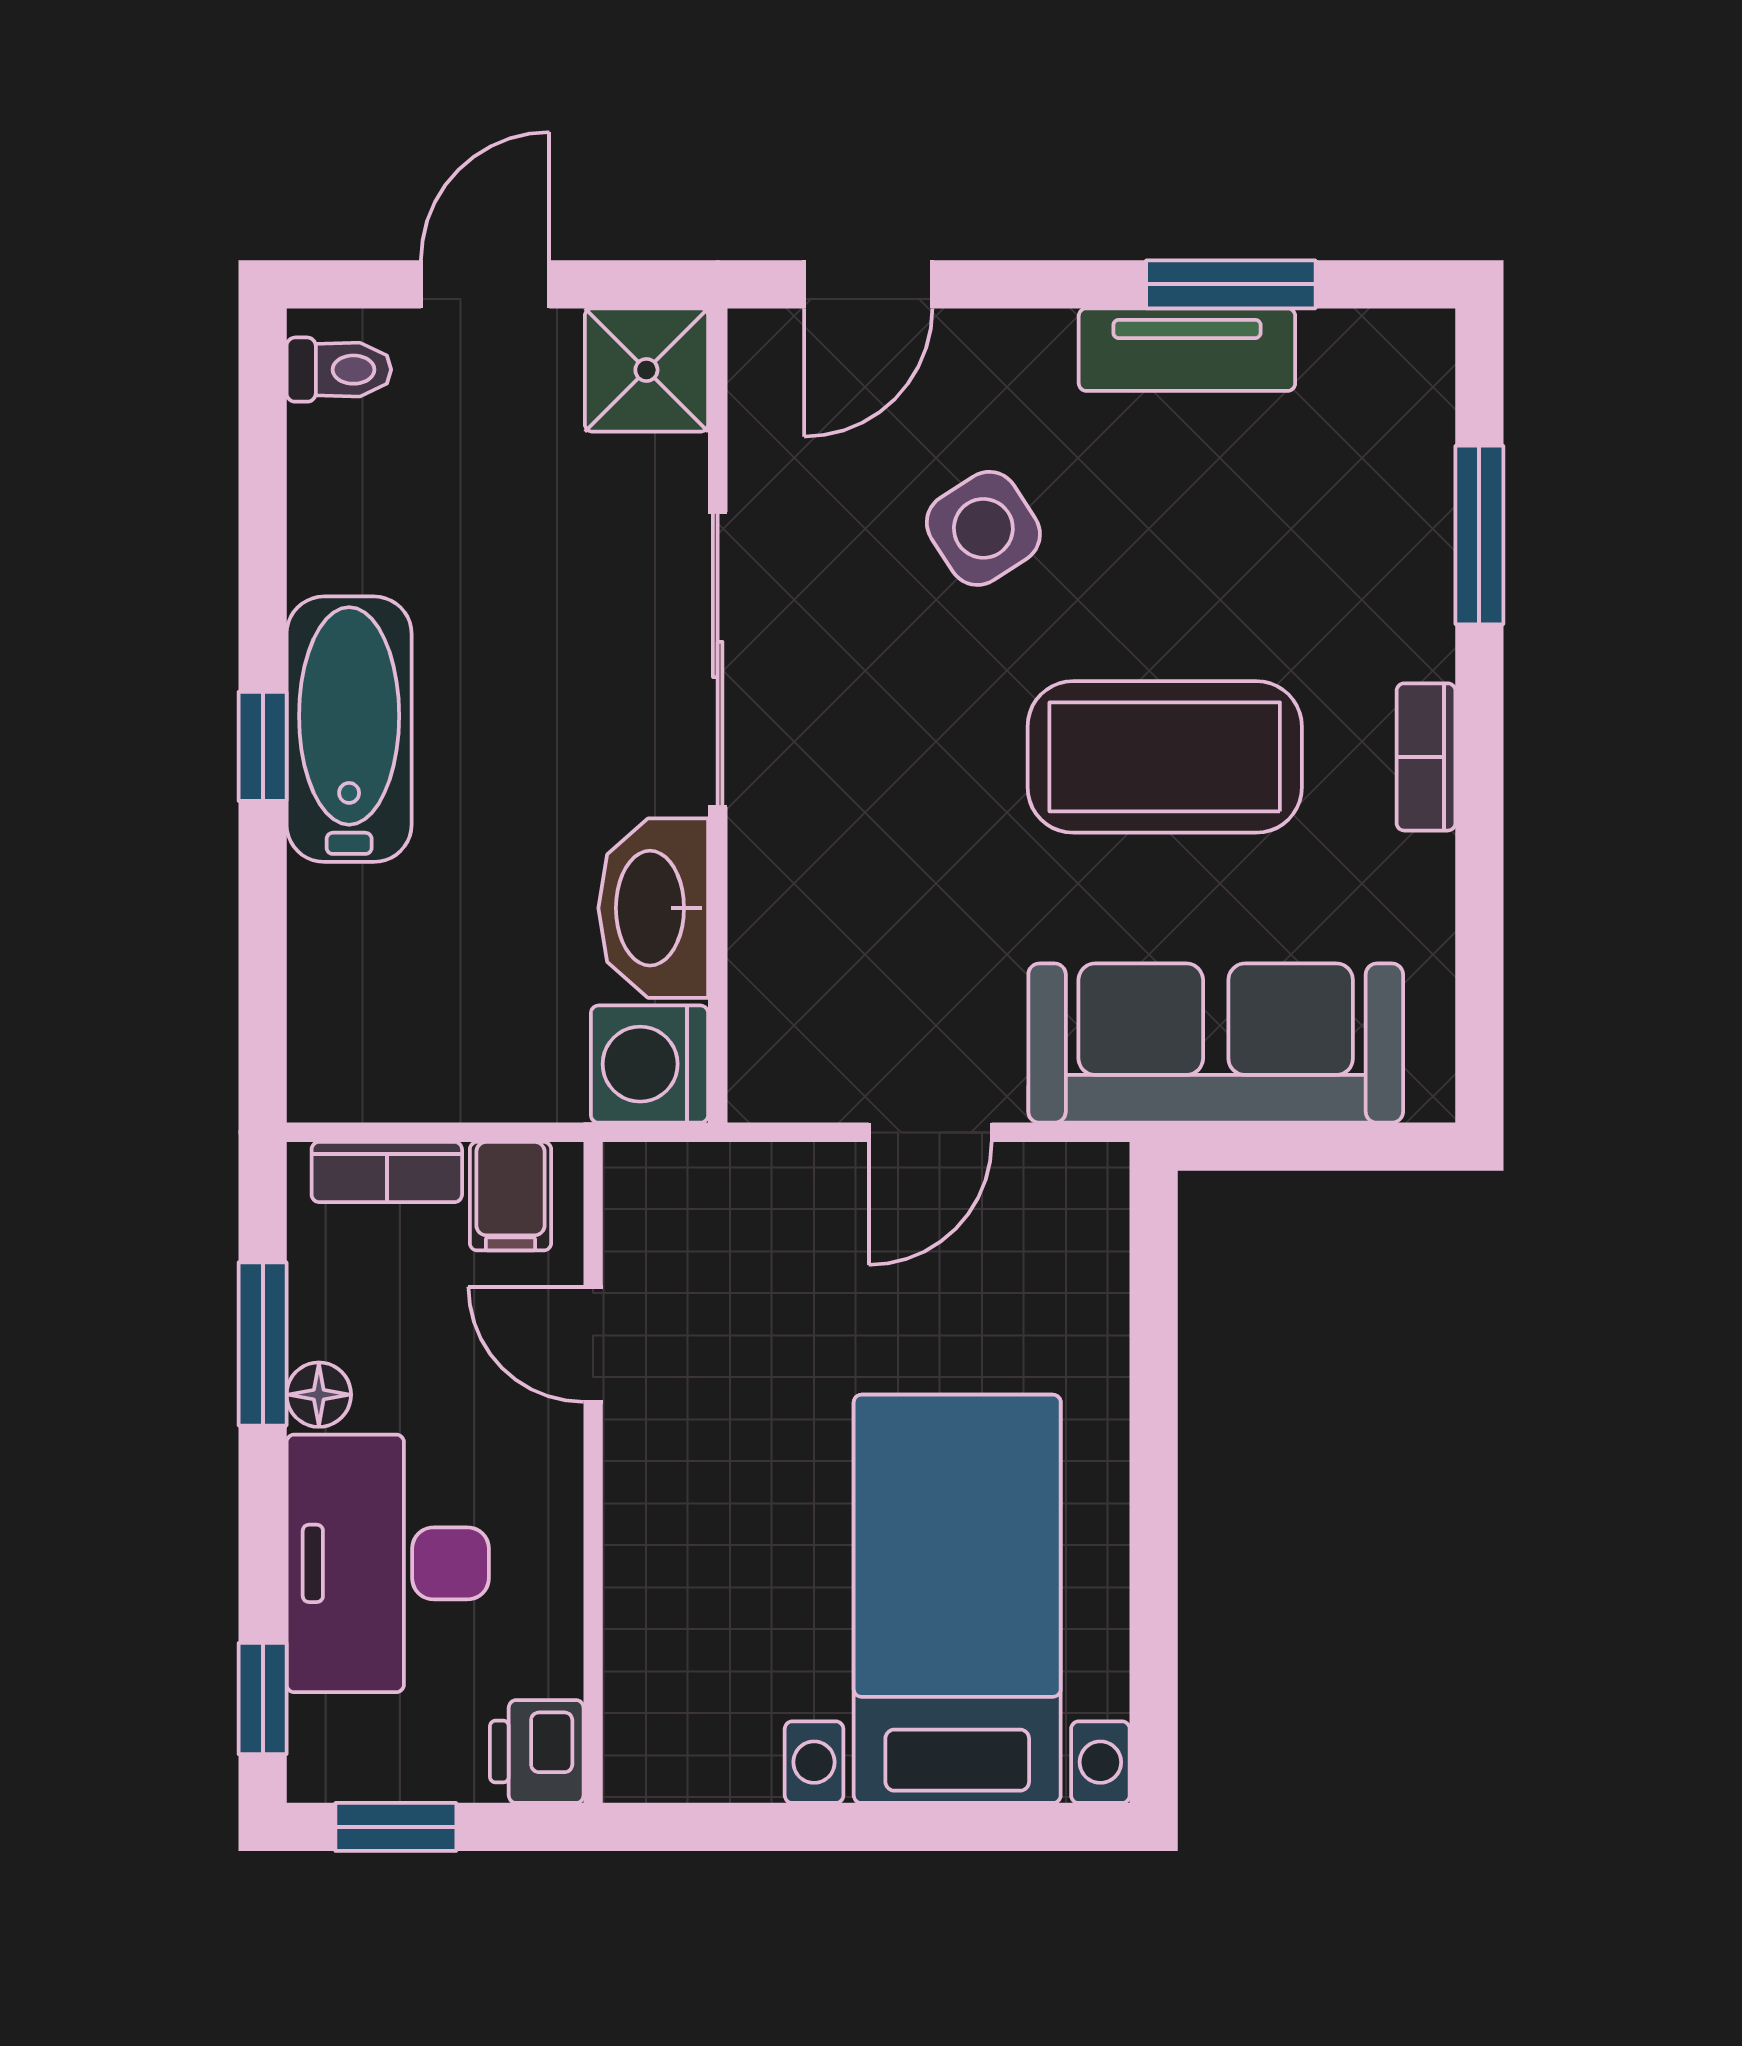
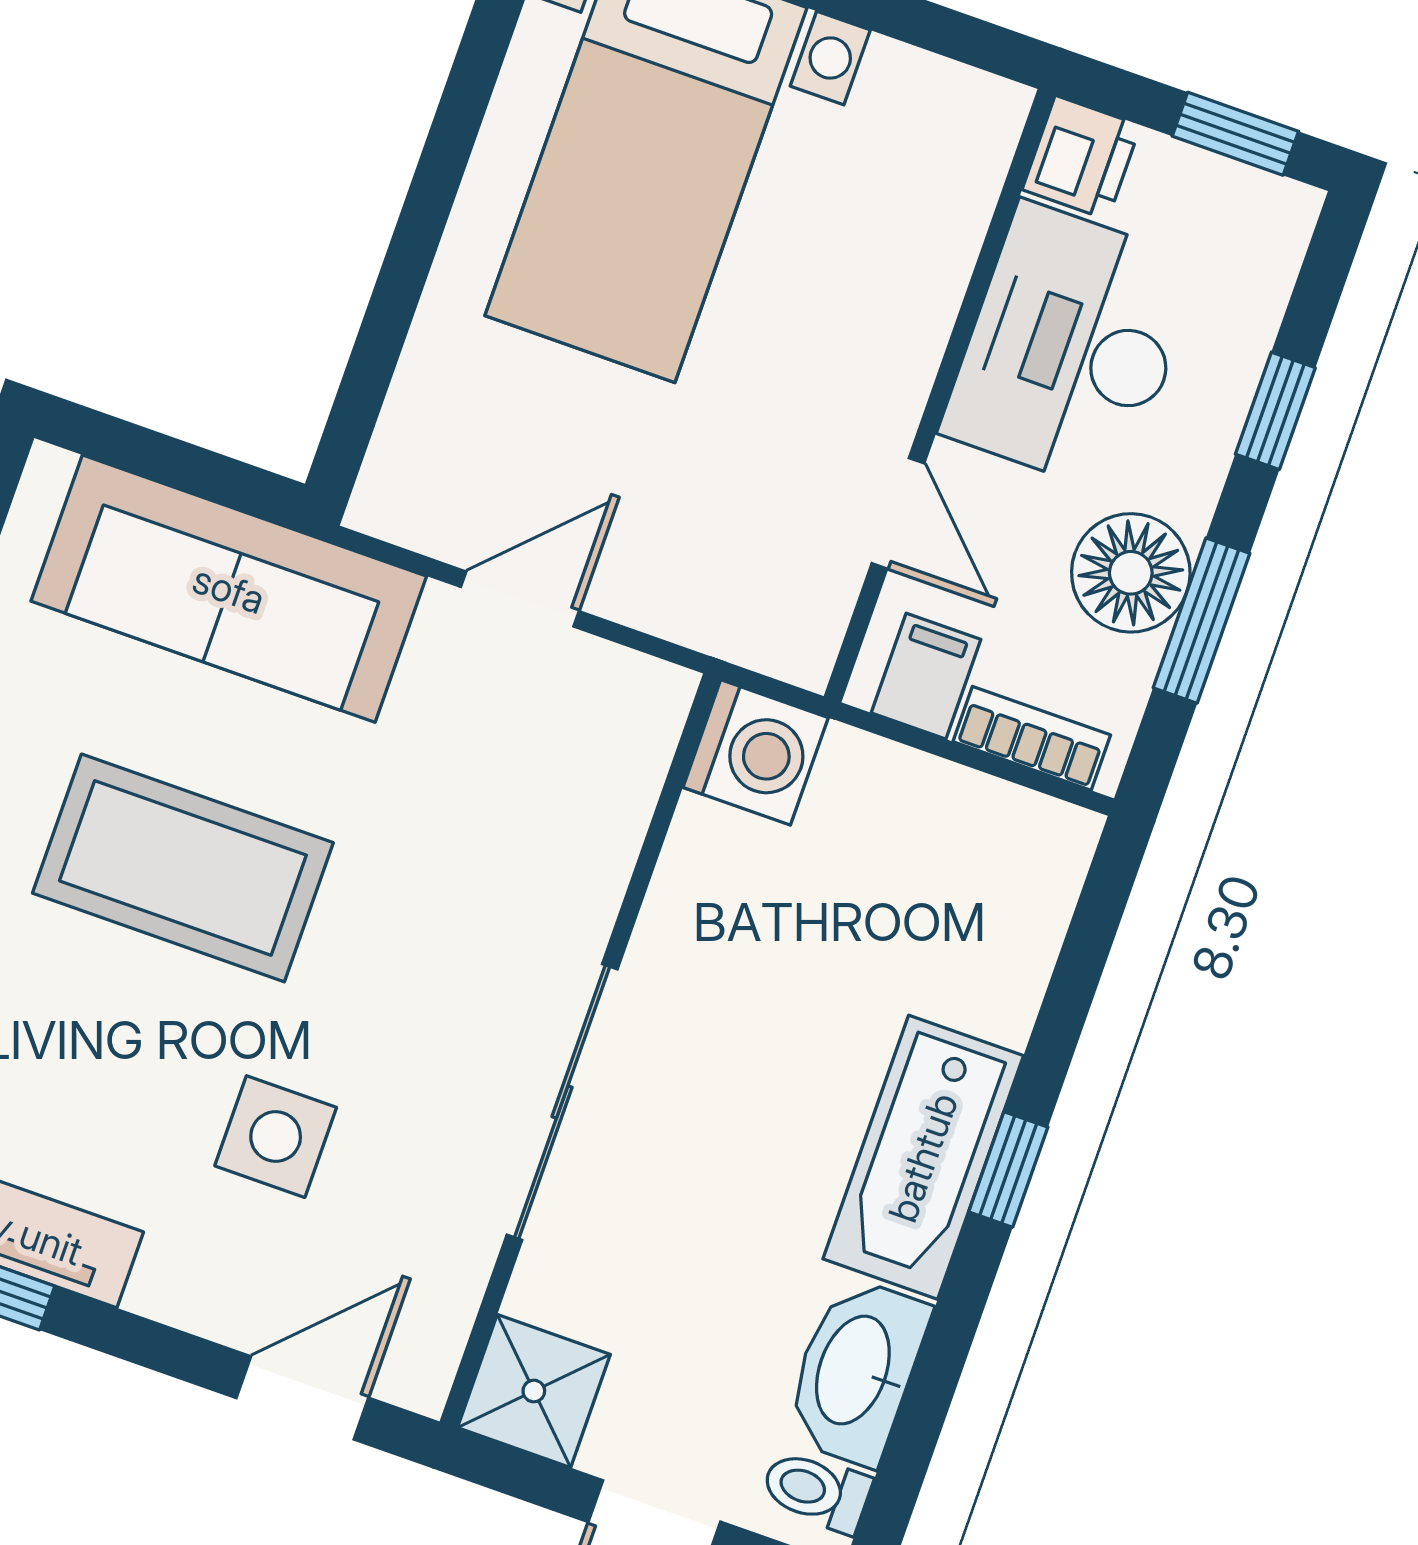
side table: (983, 528) -> (276, 1137), turned 33
washbasin: (653, 908) -> (856, 1371), moved, turned 180
floor lamp: (319, 1395) -> (1131, 573), width x1.89, depth x1.89
desk: (388, 1563) -> (1071, 348), moved, turned 180
window: (263, 1699) -> (1275, 411), moved

